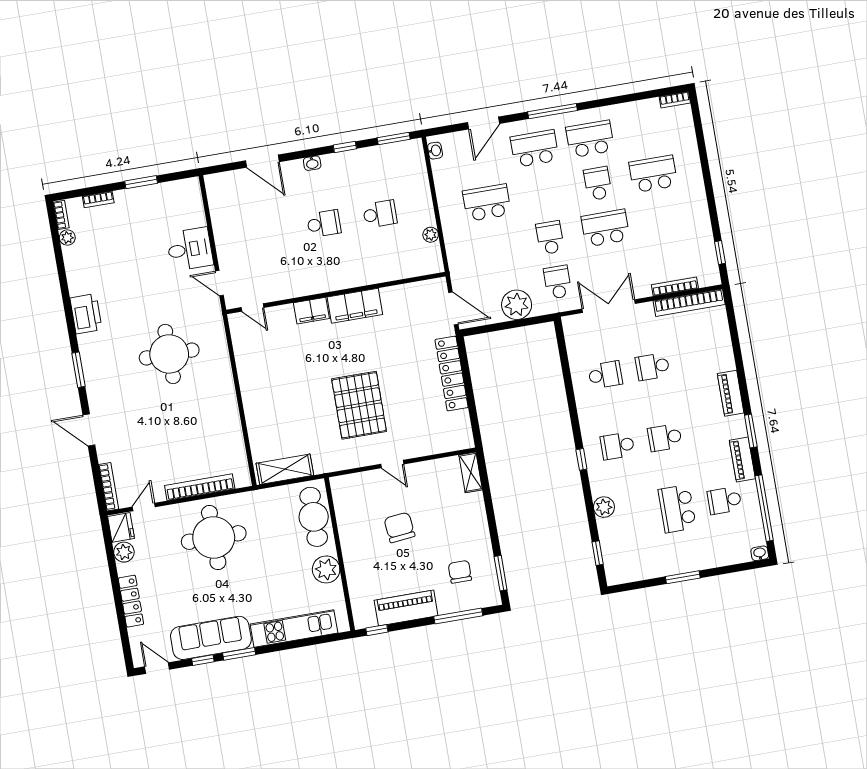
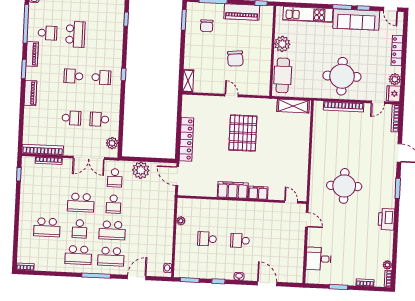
school desk: (487, 203) -> (112, 230), moved
desk: (190, 249) -> (319, 259), moved
school desk: (665, 438) -> (73, 76), turned 180
plant: (604, 507) -> (112, 143), moved

